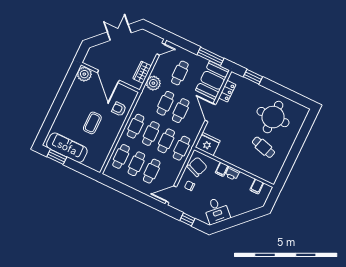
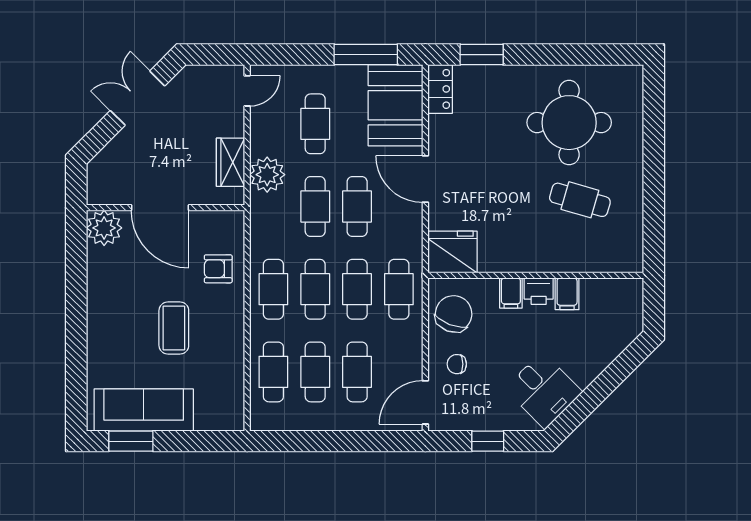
locker: (227, 91) -> (440, 89), moved
filing cabinet: (257, 186) -> (567, 294), moved

